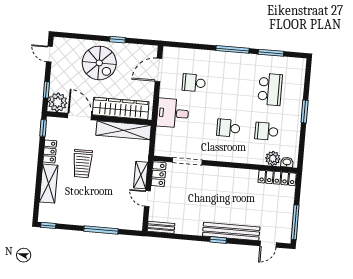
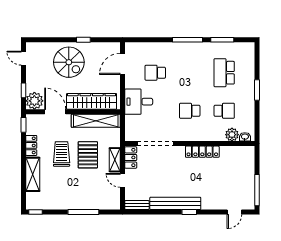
school desk: (270, 89) -> (224, 73), turned 180
school desk: (266, 131) -> (224, 111), turned 180
doorway: (187, 161) -> (155, 144), width x1.36
trolley: (82, 164) -> (62, 154), turned 180
pallet: (111, 167) -> (88, 155), added
locker: (277, 178) -> (202, 152), moved
bench: (231, 231) -> (175, 203), moved

